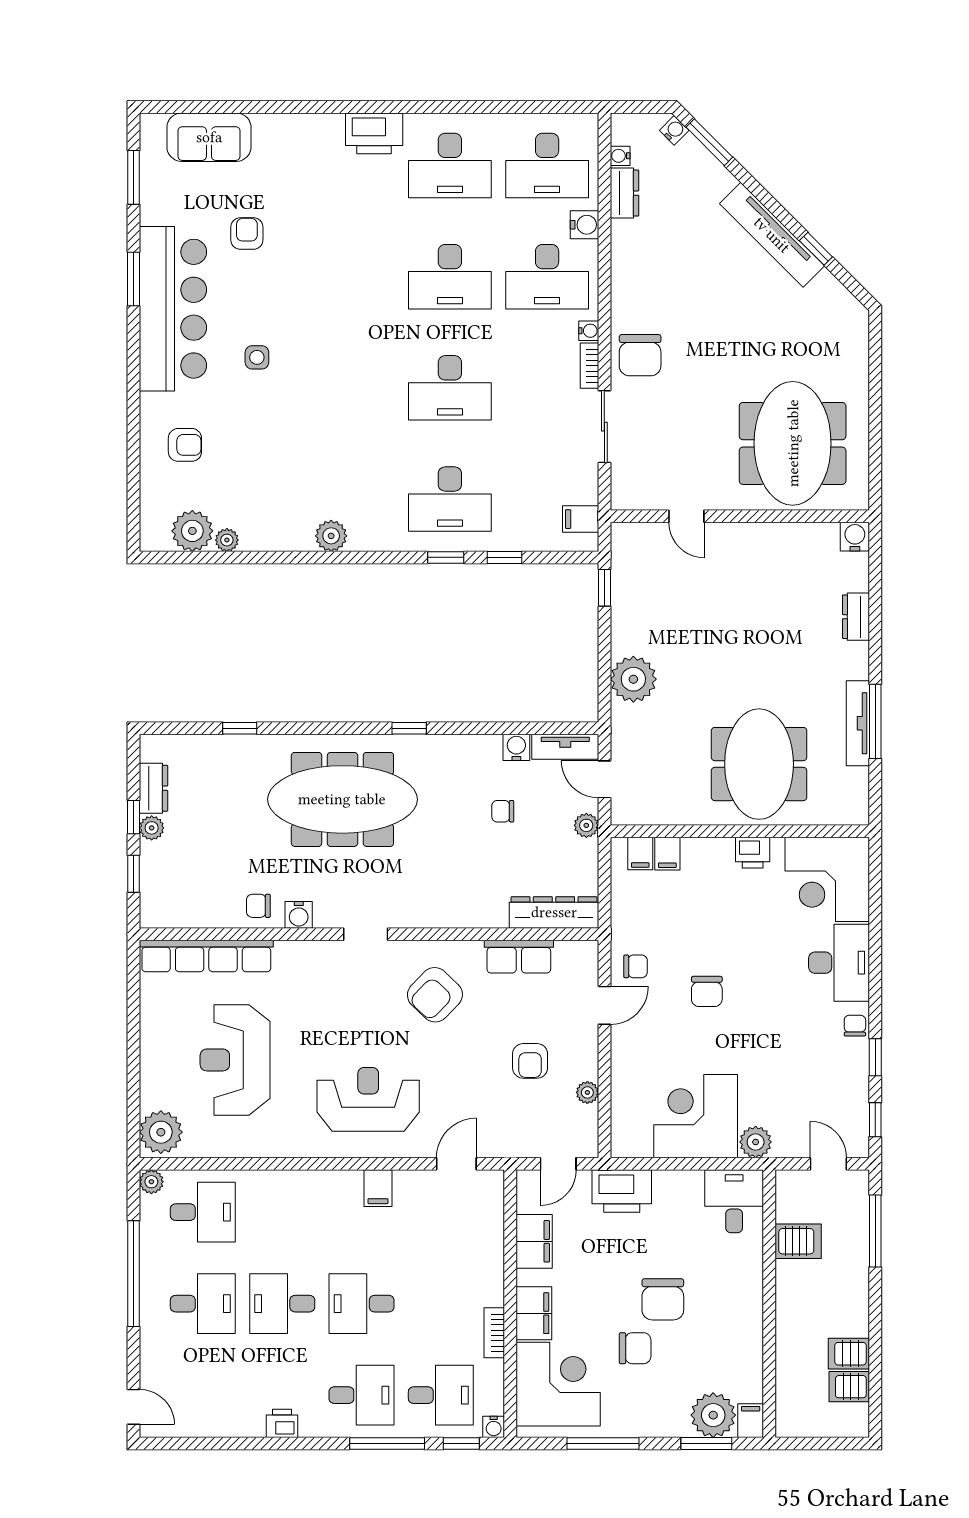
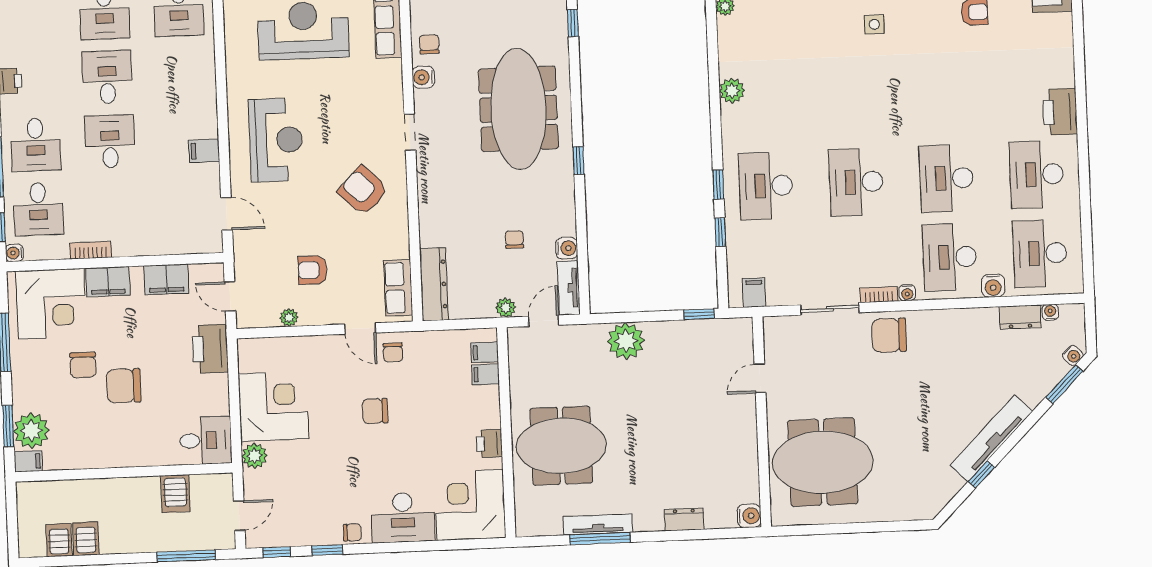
row of seats: (519, 957) -> (398, 288), moved

